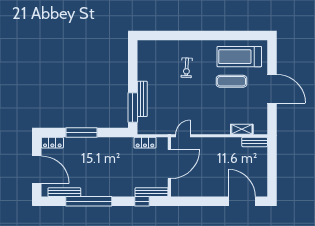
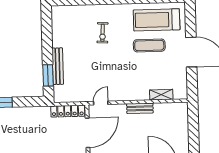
window: (133, 107) -> (48, 75), width x0.69
bench: (255, 142) -> (140, 108), moved
locker: (145, 143) -> (68, 111), width x1.53

